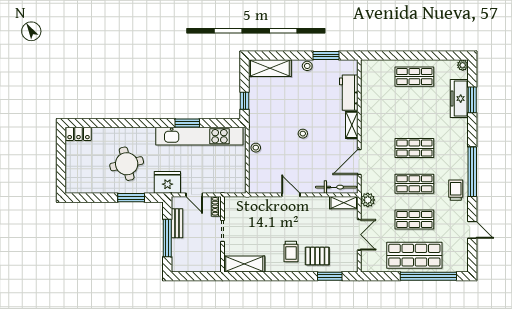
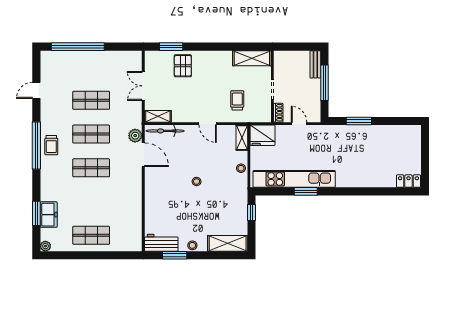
workbench: (349, 93) -> (161, 243), moved, turned -90
freezer: (459, 99) -> (49, 215), width x0.71
shelving: (352, 125) -> (242, 138), moved
door: (359, 162) -> (143, 155), hinge flipped
round table: (127, 164) -> (363, 153), removed
fridge: (167, 182) -> (263, 135), moved
trolley: (456, 190) -> (51, 145), moved
plant: (368, 200) -> (135, 136), moved
bench: (177, 223) -> (315, 64), moved
door: (472, 230) -> (36, 90), hinge flipped
trolley: (291, 252) -> (237, 100), moved
shop shelf: (414, 255) -> (91, 67), removed
pallet: (317, 256) -> (183, 66), turned 90

